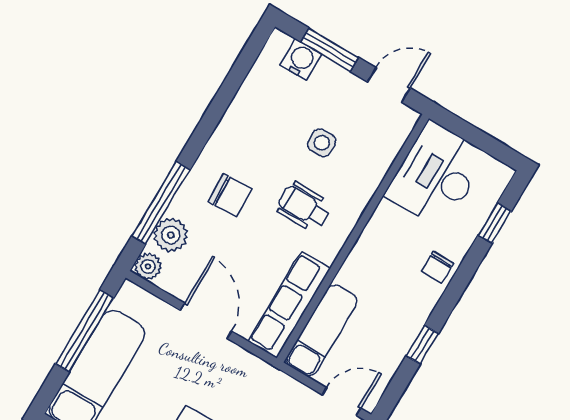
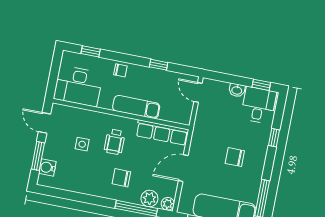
chair: (230, 195) -> (121, 178), turned -87
exam couch: (322, 330) -> (136, 107), moved

